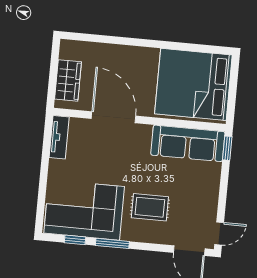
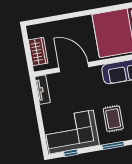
rug: (150, 207) -> (113, 119), turned 90
window: (112, 243) -> (113, 145), moved

